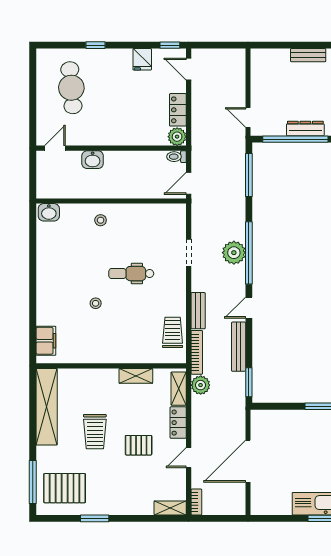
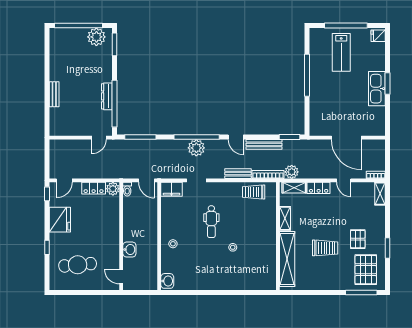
fridge: (142, 59) -> (60, 220), width x1.88, depth x1.34
filing cabinet: (46, 341) -> (172, 189), moved, turned 180
shelving: (47, 407) -> (287, 259), moved, turned 90
pallet: (139, 445) -> (358, 239), moved

